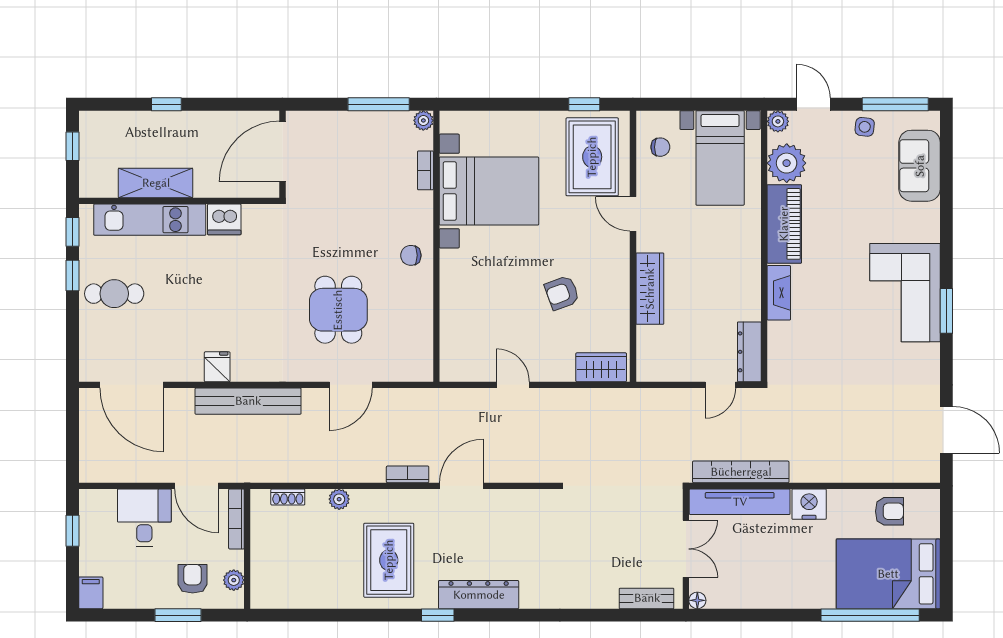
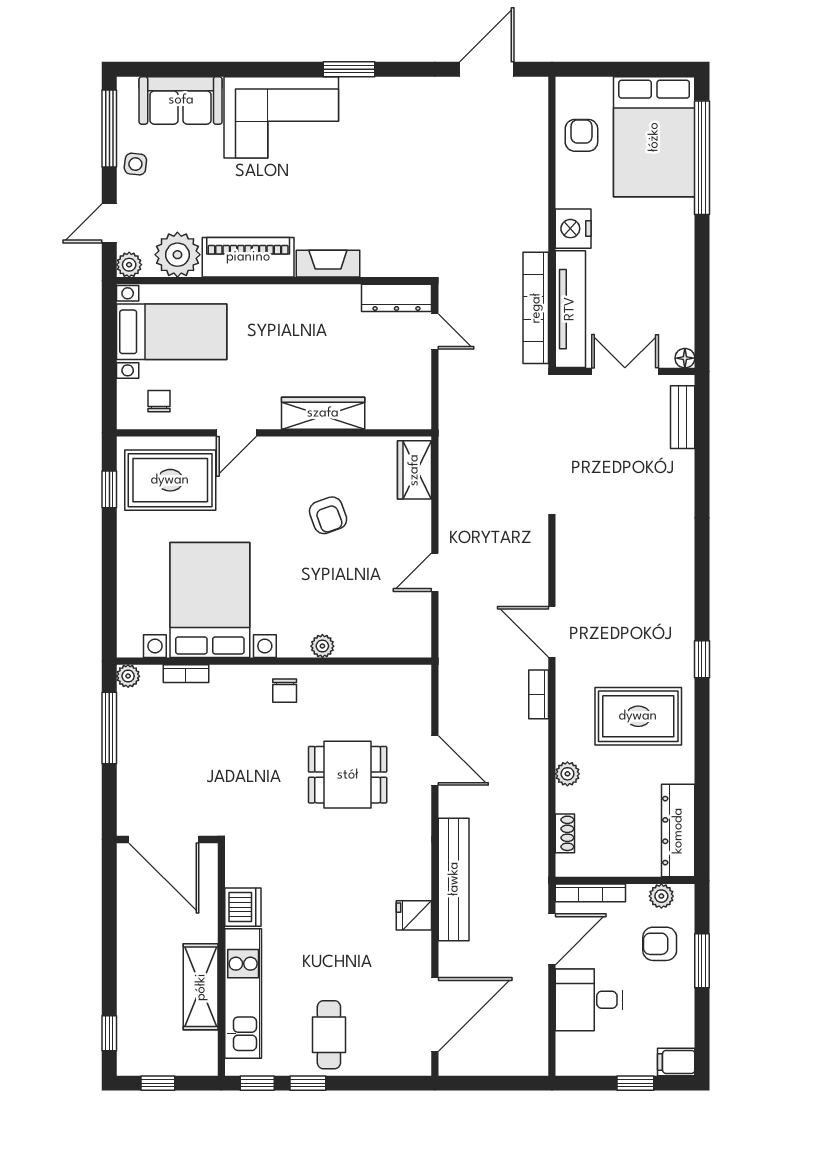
window: (166, 104) -> (109, 1033), moved
plant: (449, 288) -> (322, 646), added
corner sofa: (905, 293) -> (281, 117), moved
window: (72, 531) -> (635, 1083), moved
dresser: (479, 595) -> (678, 831), moved

